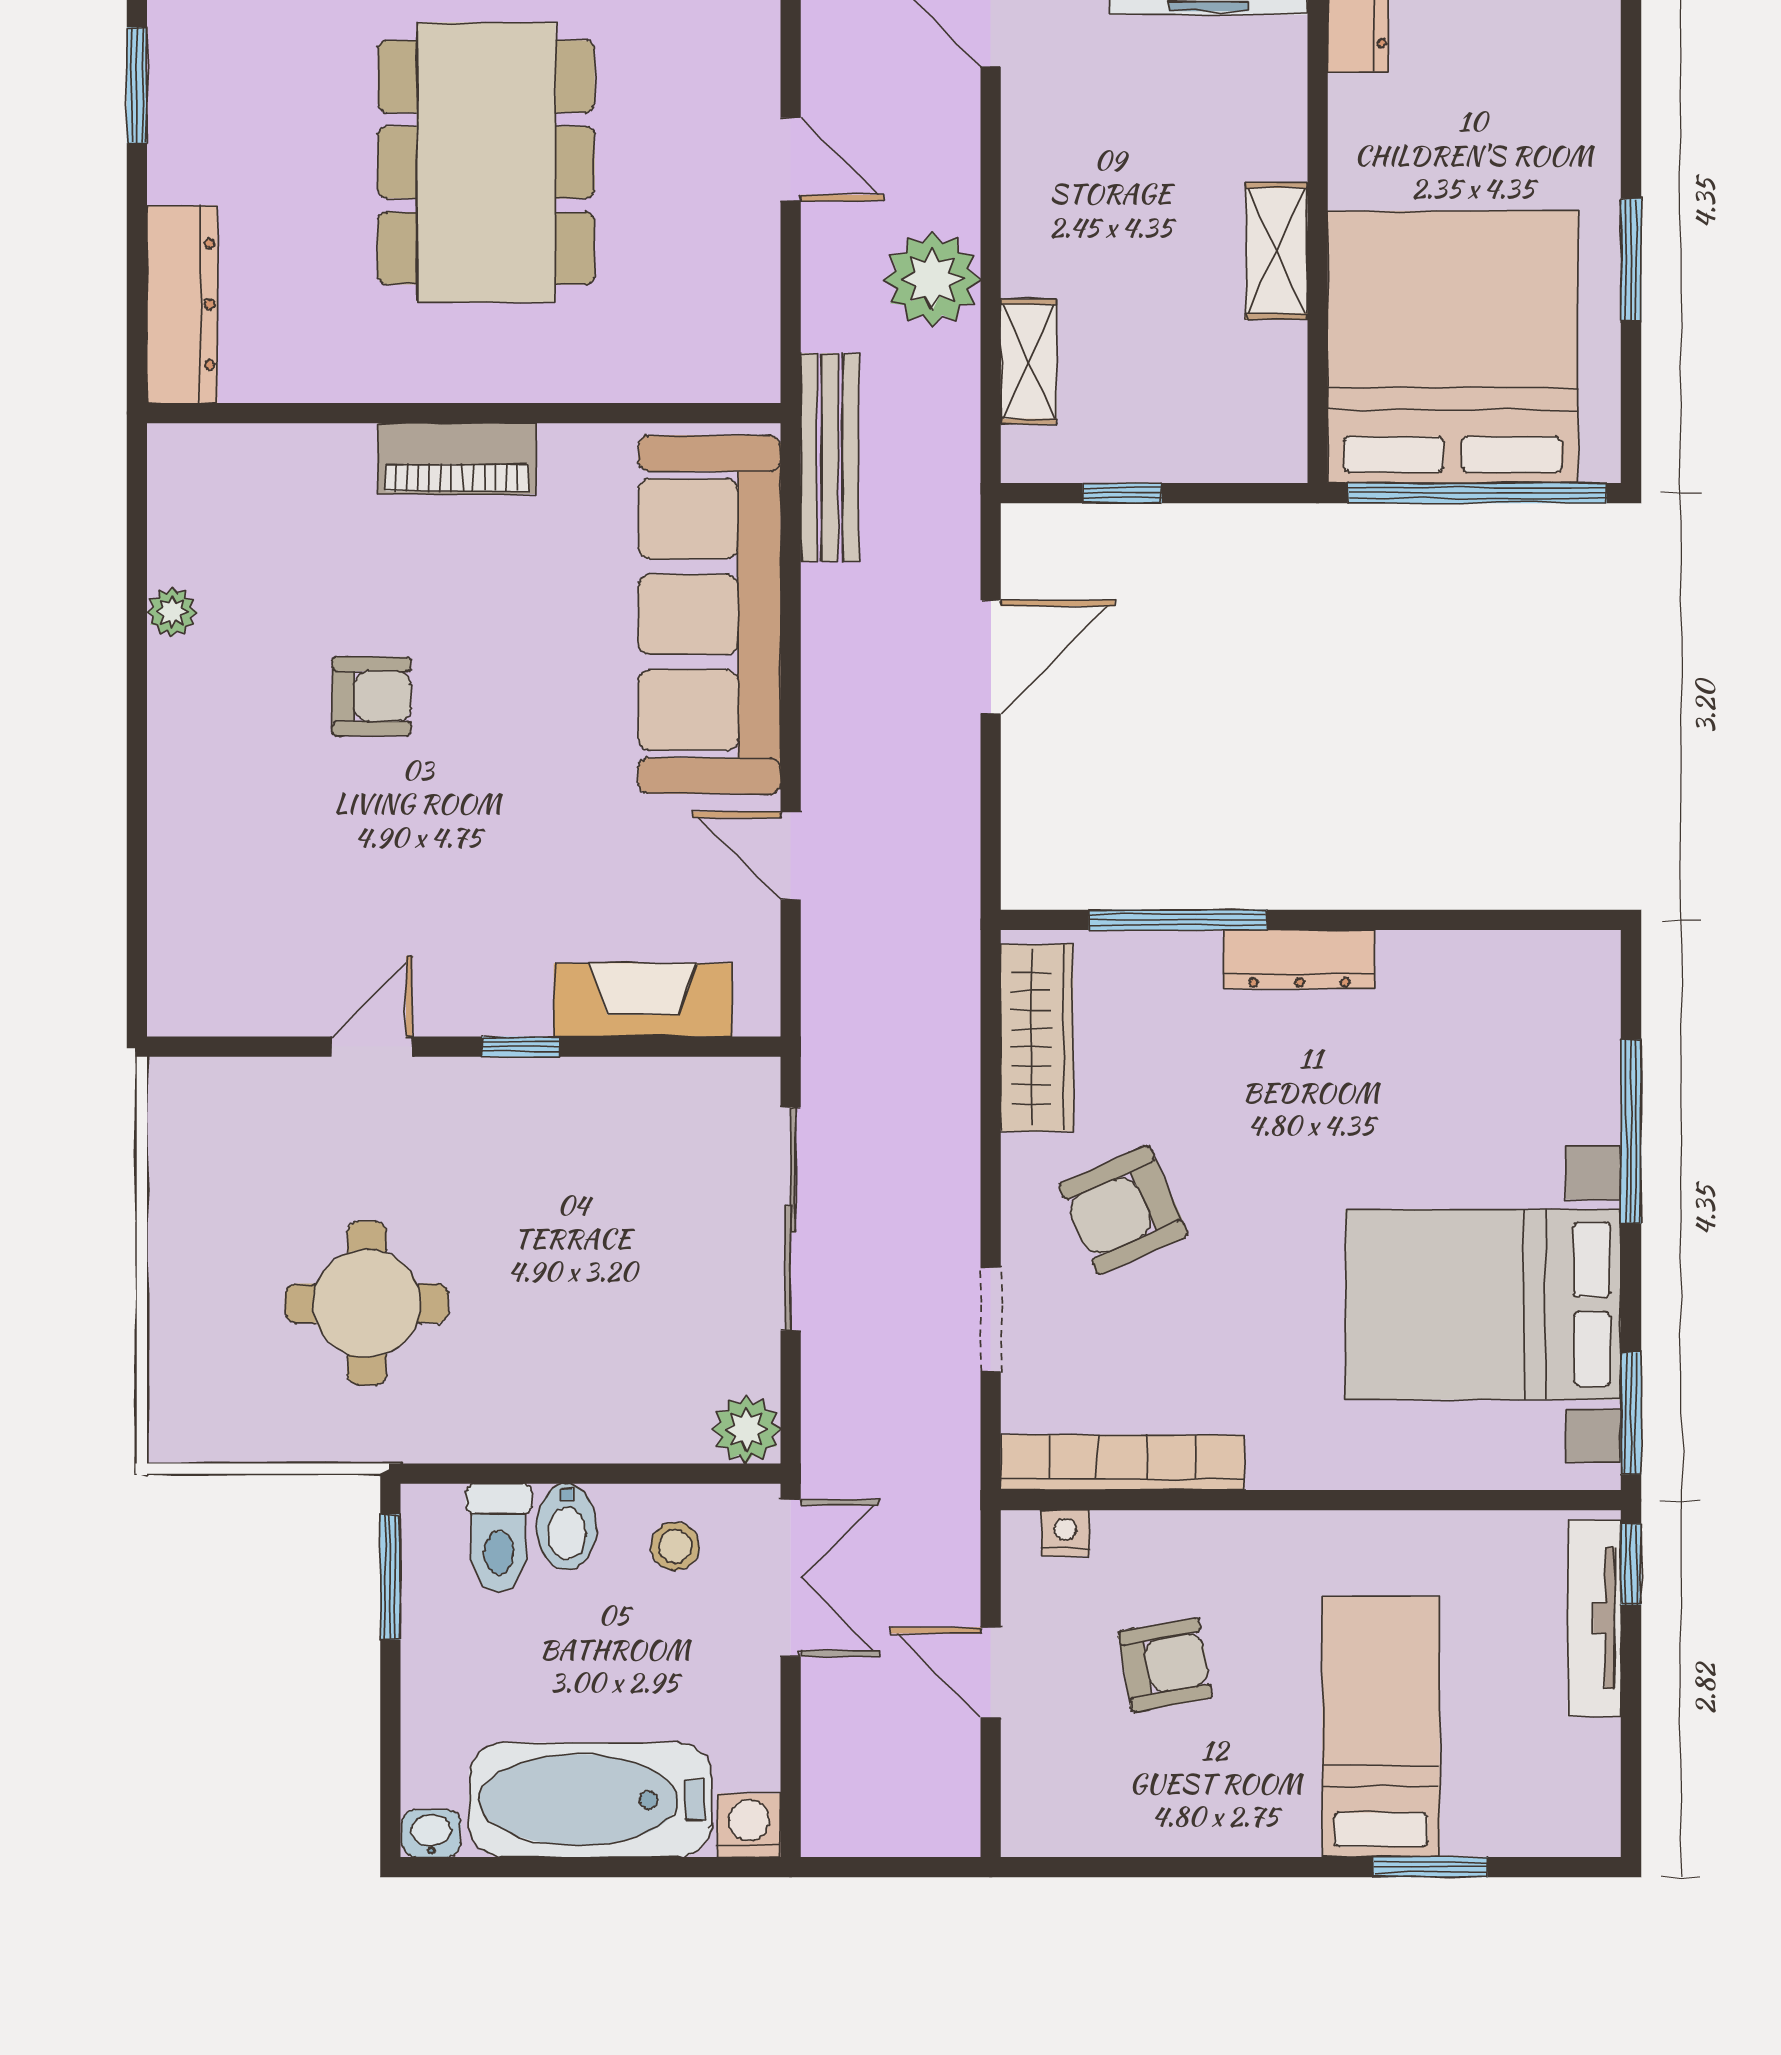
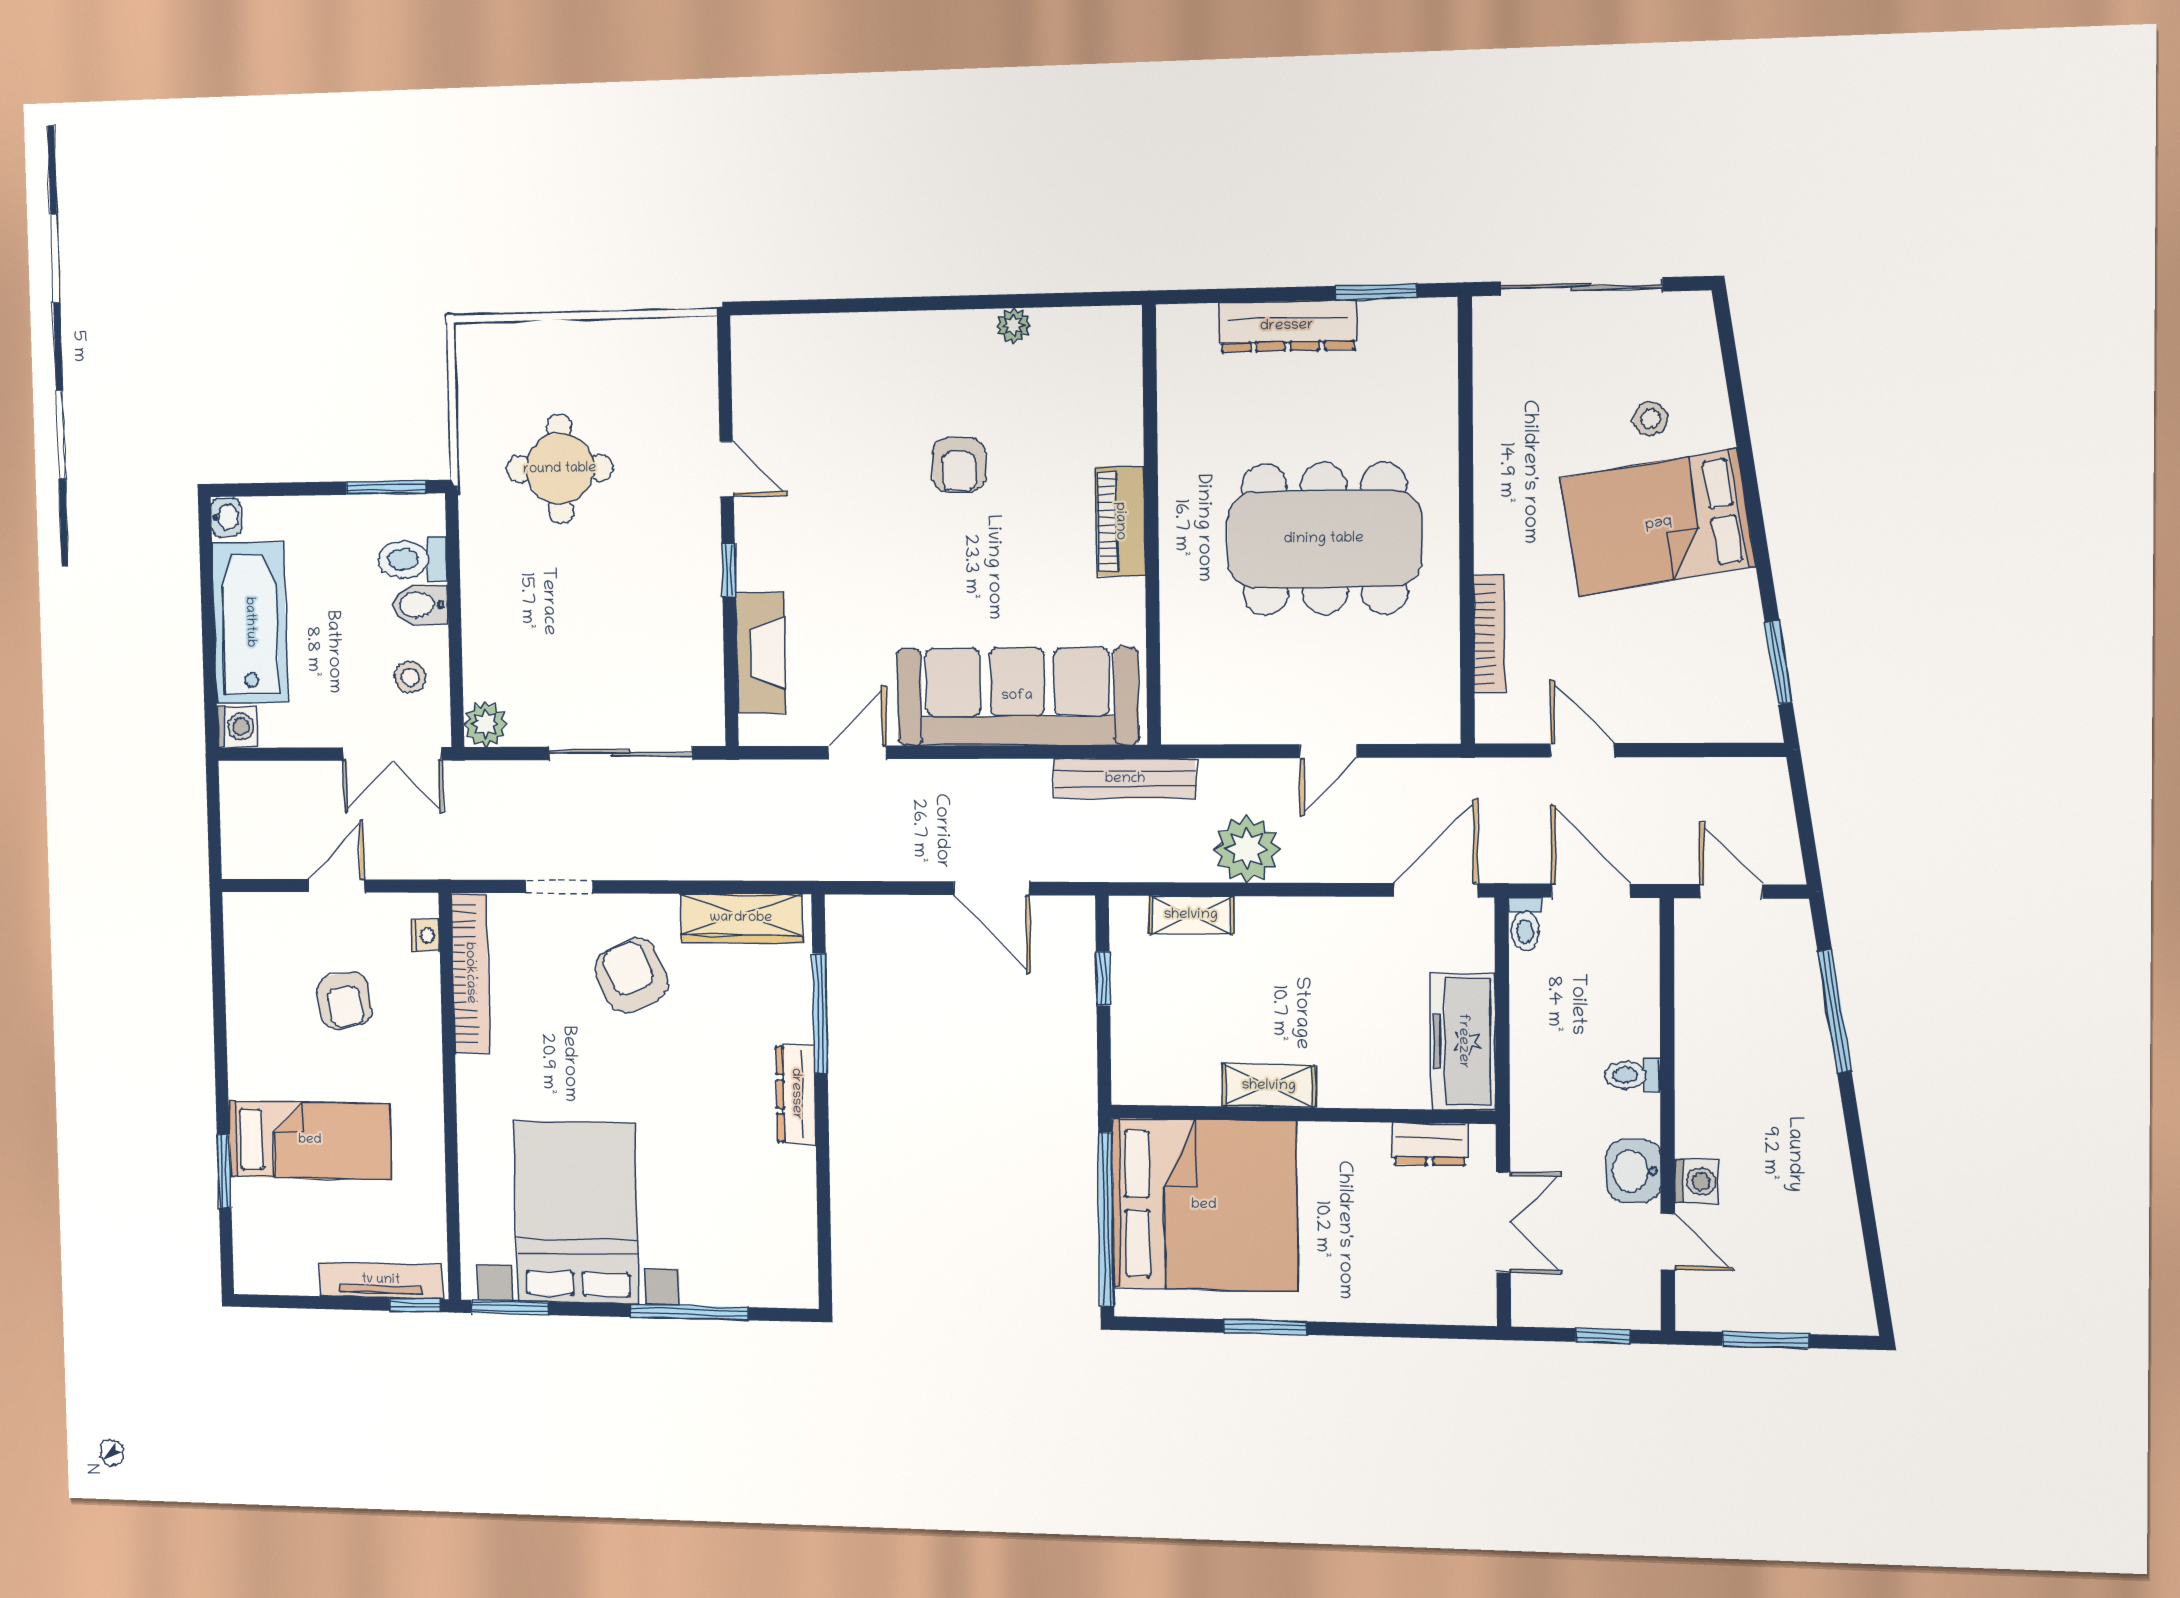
dresser: (182, 304) -> (1287, 326), moved

